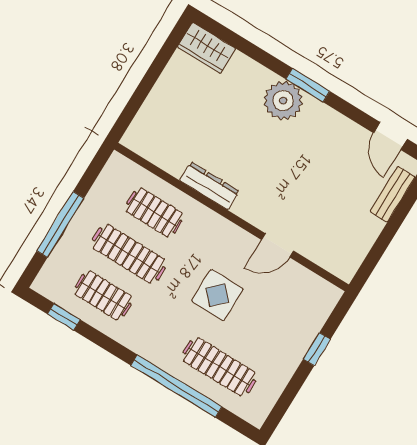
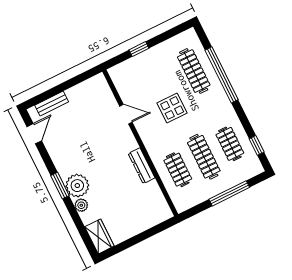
plant: (260, 76) -> (81, 205), added

